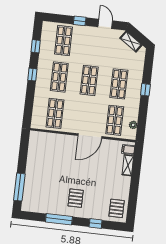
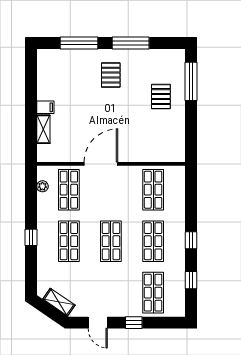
filing cabinet: (128, 150) -> (45, 107), moved
pallet: (117, 208) -> (161, 97), moved
window: (96, 223) -> (79, 43), width x2.17

